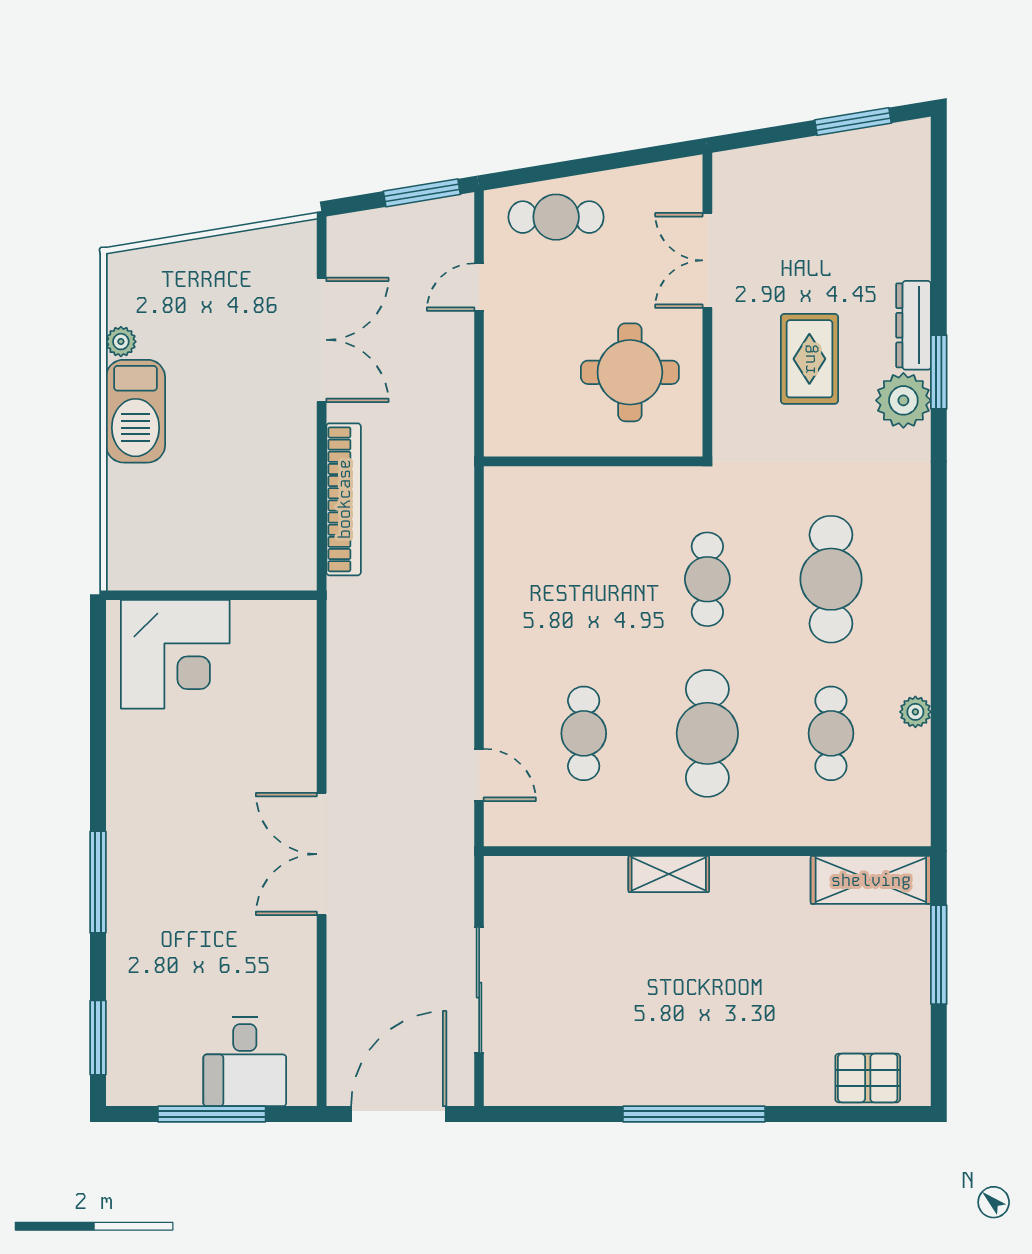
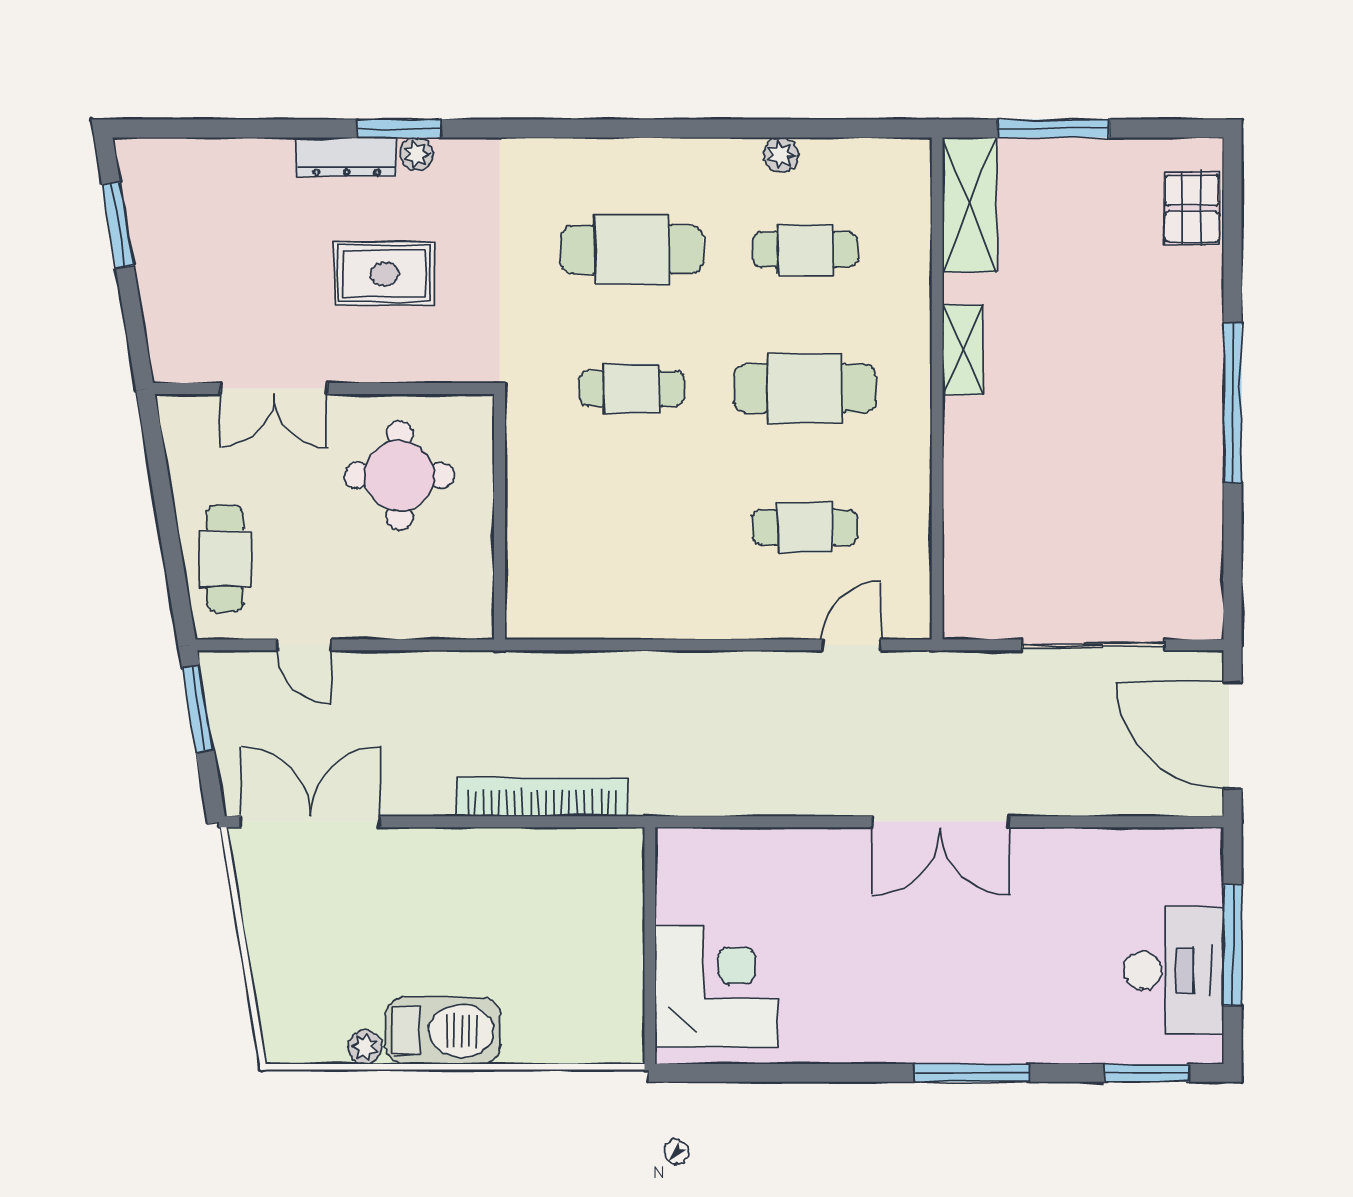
double door: (322, 340) -> (310, 822), moved
plant: (903, 400) -> (417, 154), width x0.53, depth x0.53
shelving: (669, 874) -> (963, 350), moved
desk: (245, 1062) -> (1174, 971), moved, width x1.37

